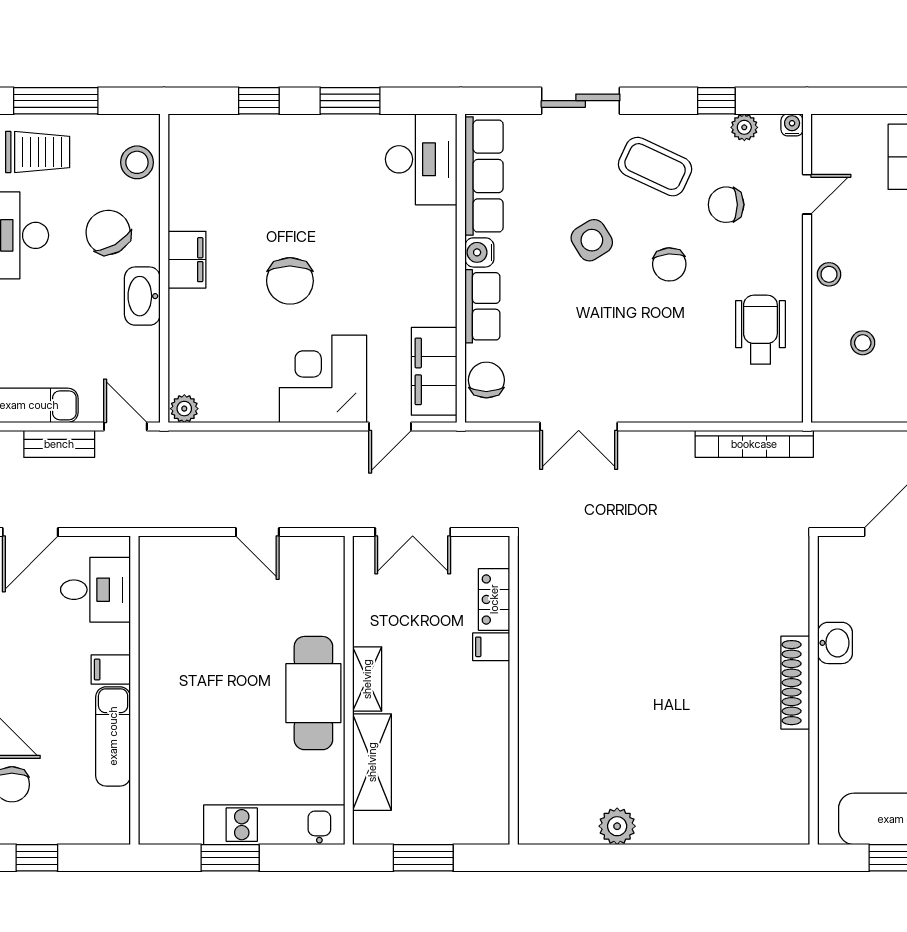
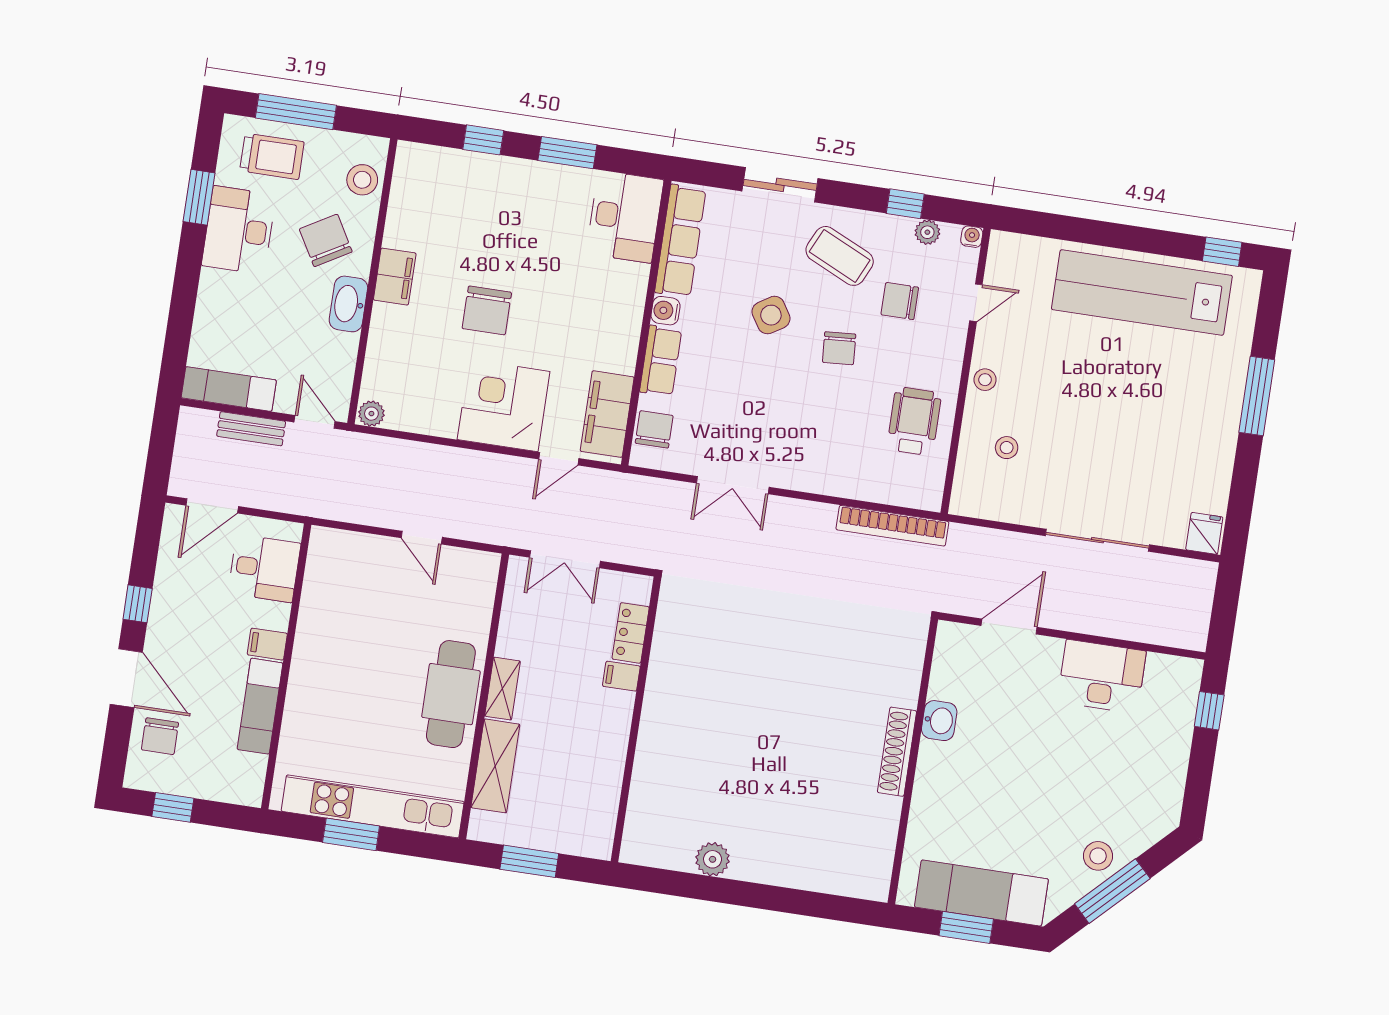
kitchen unit: (274, 825) -> (373, 806), width x1.36

